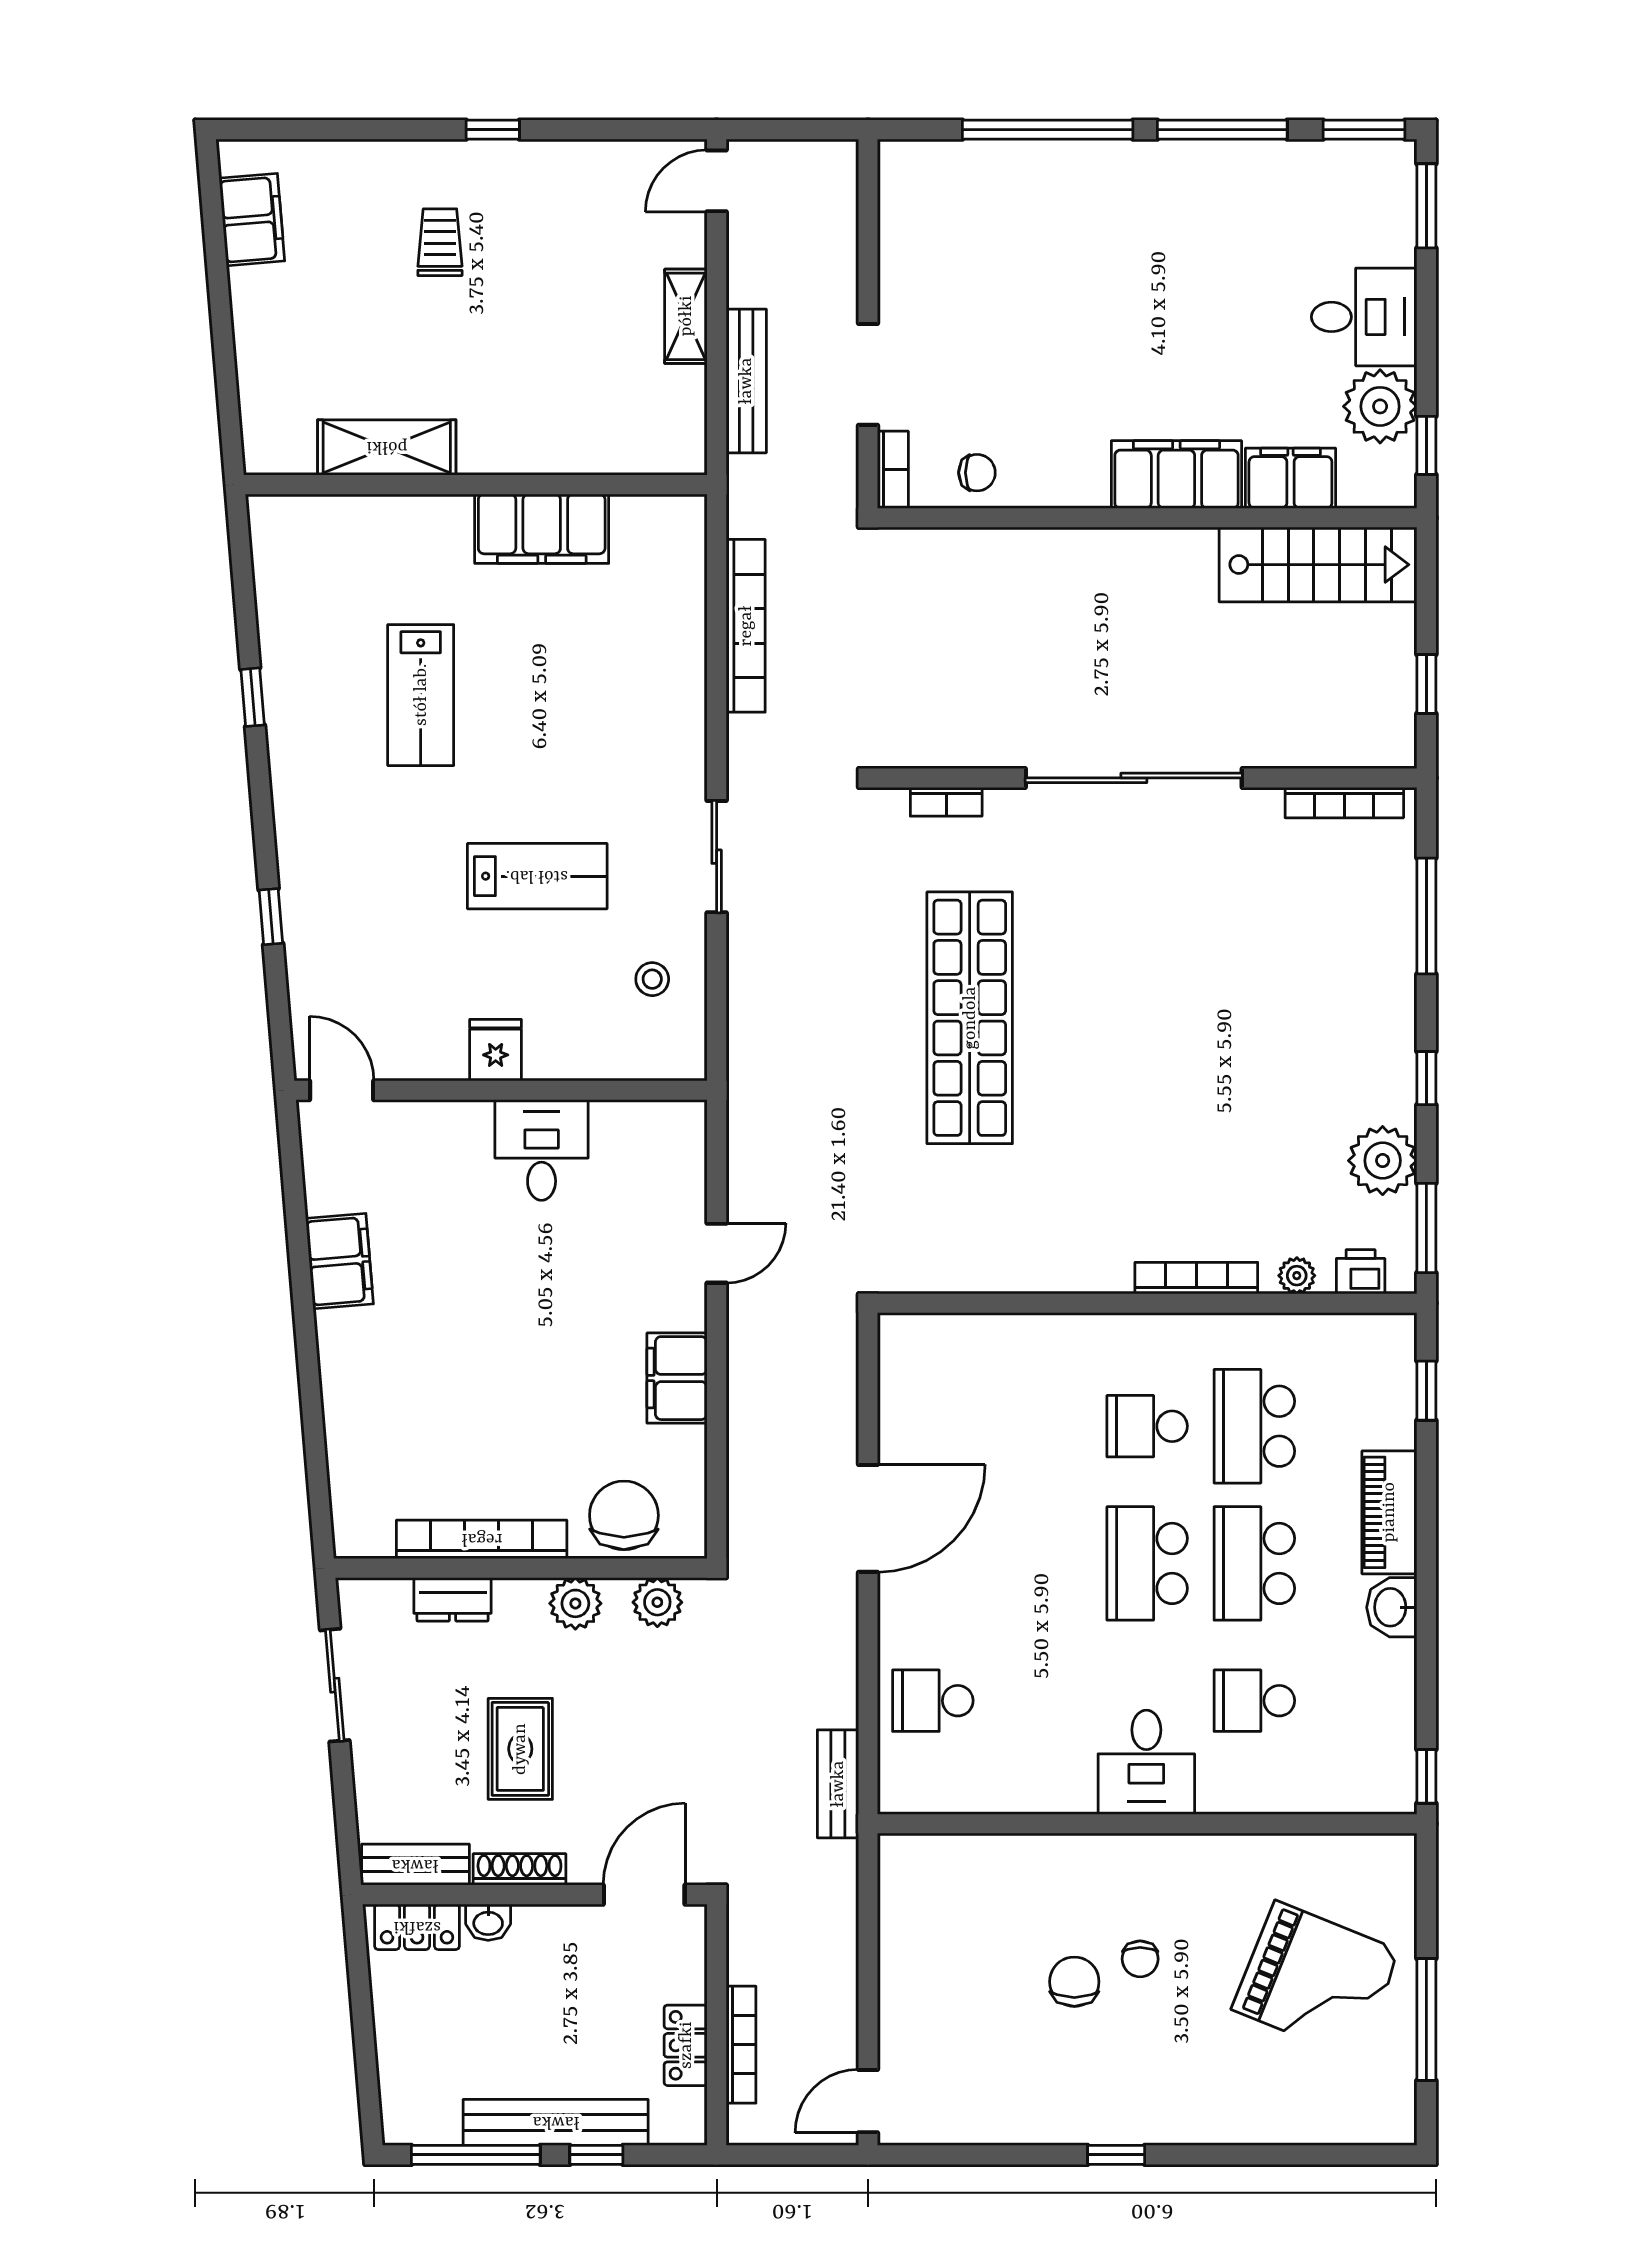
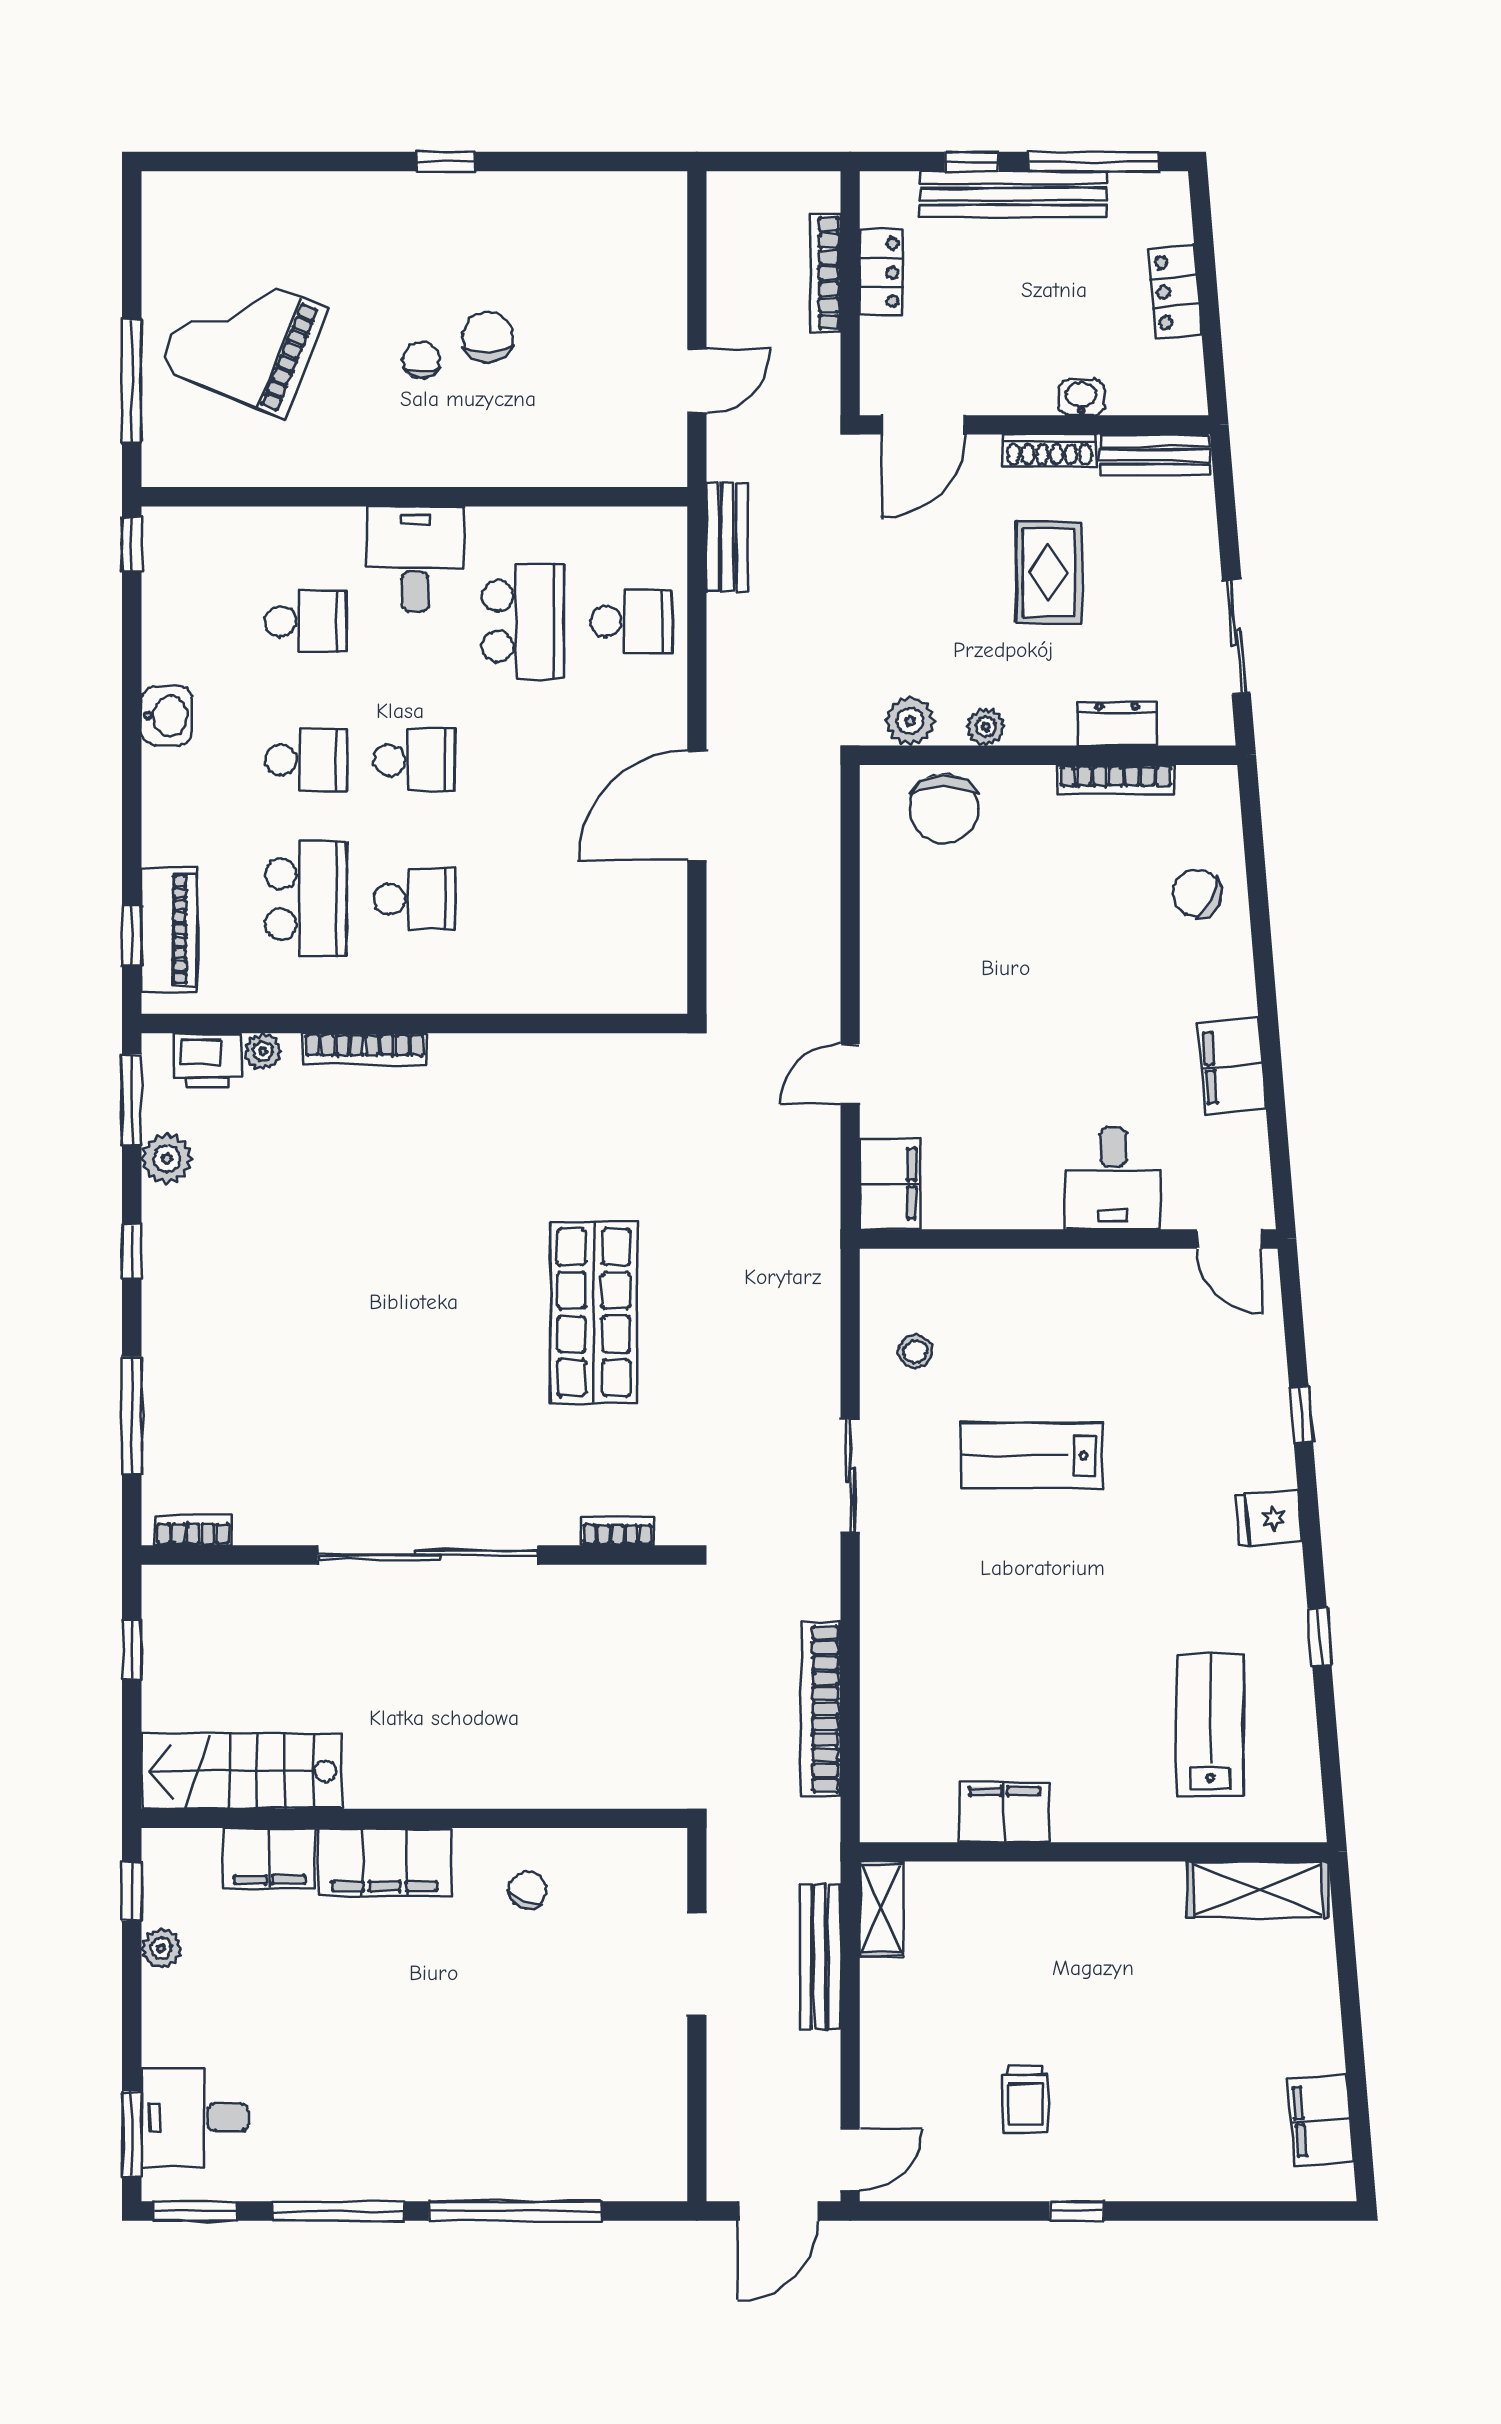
door: (788, 130) -> (778, 2211), added
trolley: (440, 242) -> (1025, 2099), moved
shelving: (686, 316) -> (881, 1909), moved
desk: (1364, 317) -> (195, 2117), moved
plant: (1380, 406) -> (161, 1948), width x0.53, depth x0.53
shelving: (387, 447) -> (1258, 1889), moved
bookcase: (893, 470) -> (672, 1867), removed
chair: (977, 473) -> (528, 1890), moved, turned 113
filing cabinet: (542, 529) -> (1004, 1812), width x0.67, depth x0.86
lab bench: (421, 695) -> (1210, 1725), moved
bookcase: (1344, 803) -> (193, 1530), width x0.64
shop shelf: (970, 1018) -> (594, 1312), width x0.71
fridge: (496, 1050) -> (1269, 1518), moved, turned 85
desk: (542, 1150) -> (1113, 1178), moved
plant: (1383, 1161) -> (167, 1159), width x0.73, depth x0.73
printer: (1361, 1272) -> (207, 1061), width x1.36, depth x1.24
filing cabinet: (677, 1378) -> (890, 1184), moved
chair: (373, 1432) -> (1198, 893), added
piano: (1389, 1512) -> (169, 930), moved
bookcase: (482, 1539) -> (1116, 780), width x0.68, depth x0.76
school desk: (1147, 1563) -> (414, 760), width x0.54
school desk: (1254, 1563) -> (306, 760), width x0.54
plant: (575, 1603) -> (986, 727), width x0.73, depth x0.73
school desk: (1040, 1701) -> (523, 621), added
locker: (417, 1927) -> (1175, 292), moved, turned -95
chair: (1074, 1982) -> (488, 337), turned 180
window: (1426, 2019) -> (132, 381), moved
door: (868, 2101) -> (697, 381), moved

